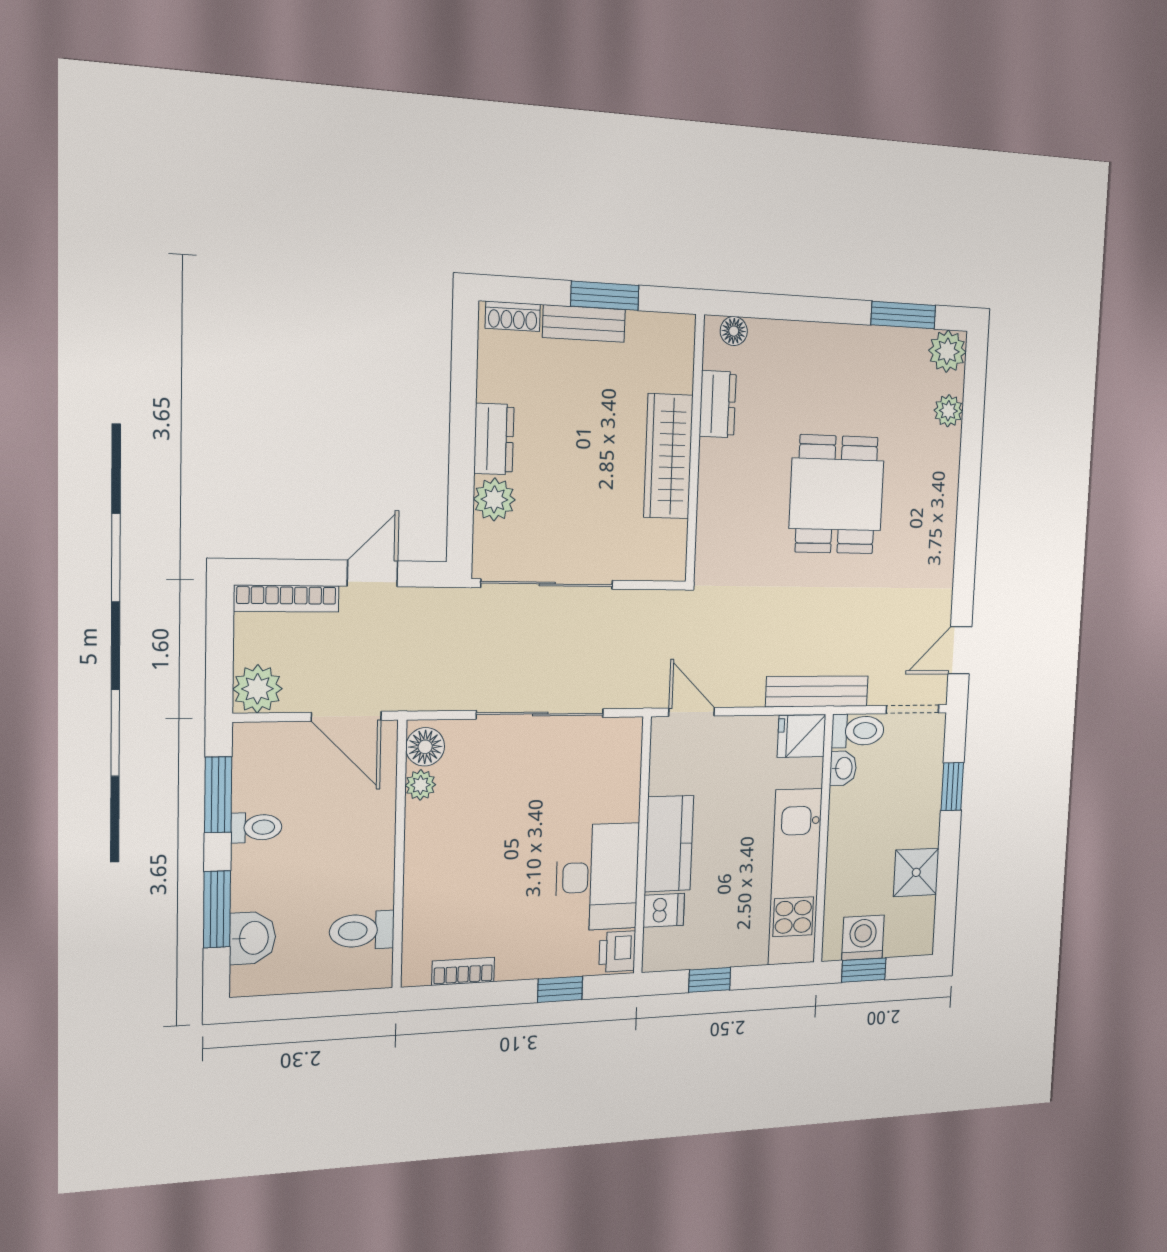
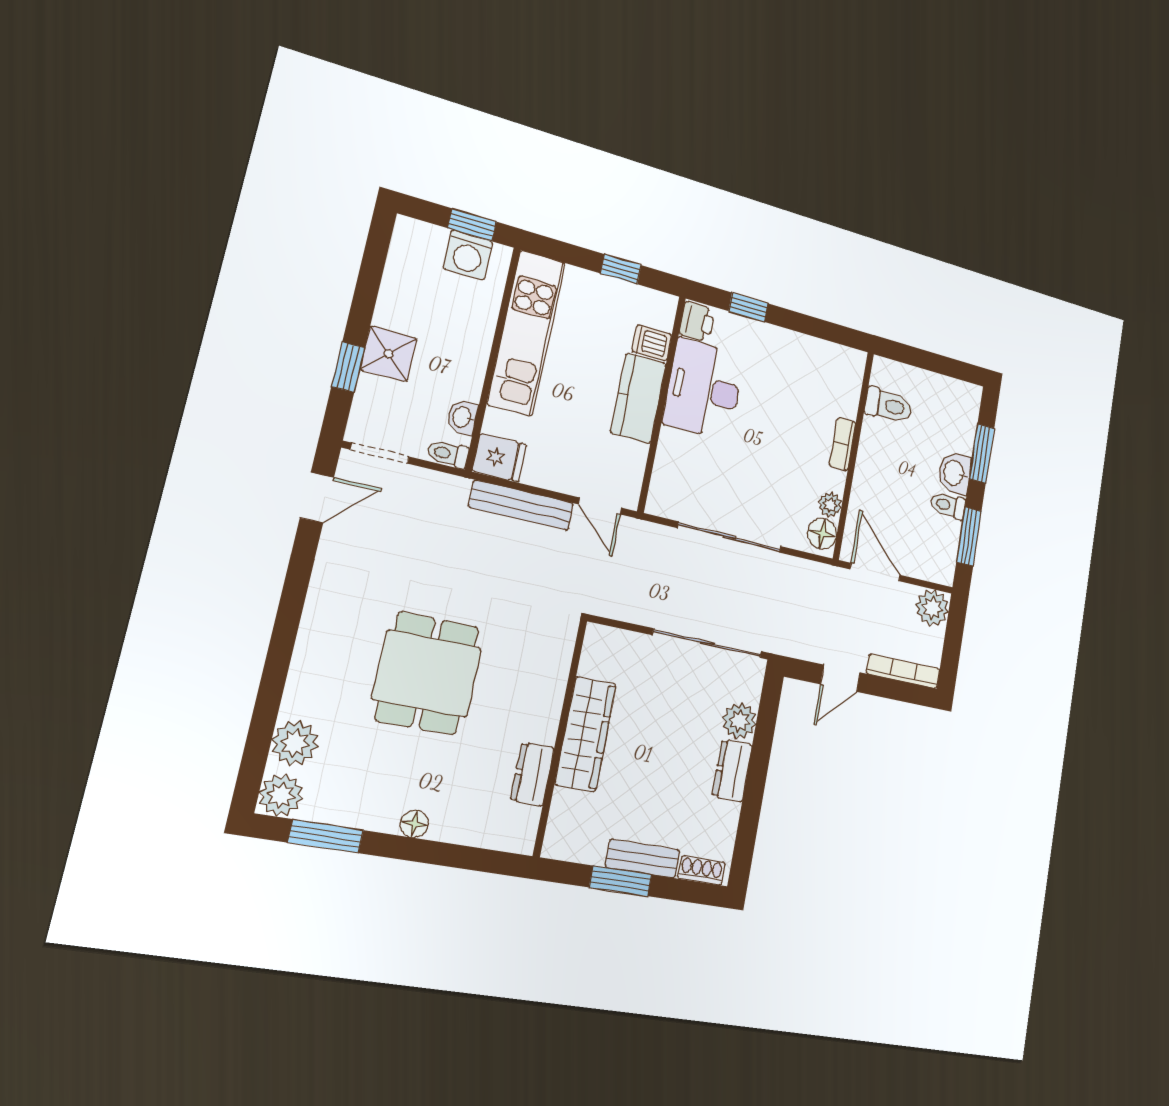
floor lamp: (734, 331) -> (414, 824), moved
plant: (948, 411) -> (295, 743), width x1.38, depth x1.38
bench: (817, 691) -> (521, 505), moved
toilet: (858, 731) -> (448, 454), width x0.73, depth x0.72
shower: (916, 872) -> (389, 354), moved
washbasin: (253, 938) -> (955, 473), moved
bookcase: (463, 971) -> (843, 444), moved, turned 90

